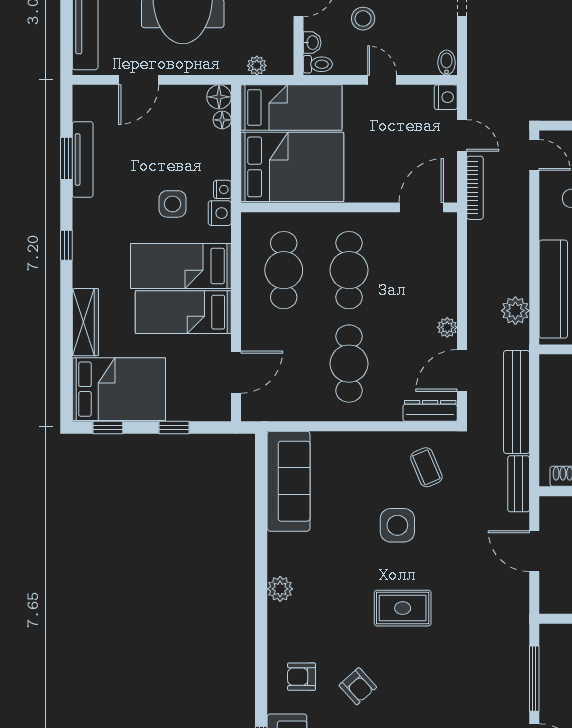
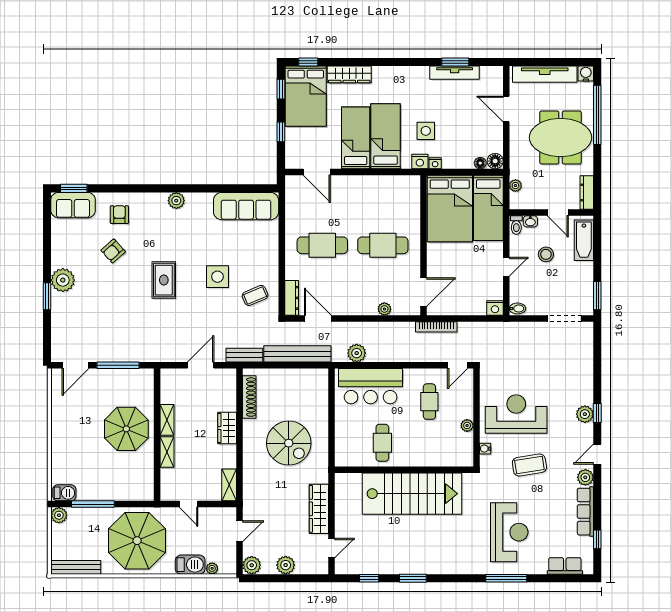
door: (462, 135) -> (470, 319), removed
door: (421, 207) -> (424, 292), hinge flipped
window: (66, 245) -> (308, 62), moved
cafe table: (284, 270) -> (383, 203), removed
plant: (447, 327) -> (384, 309), moved

